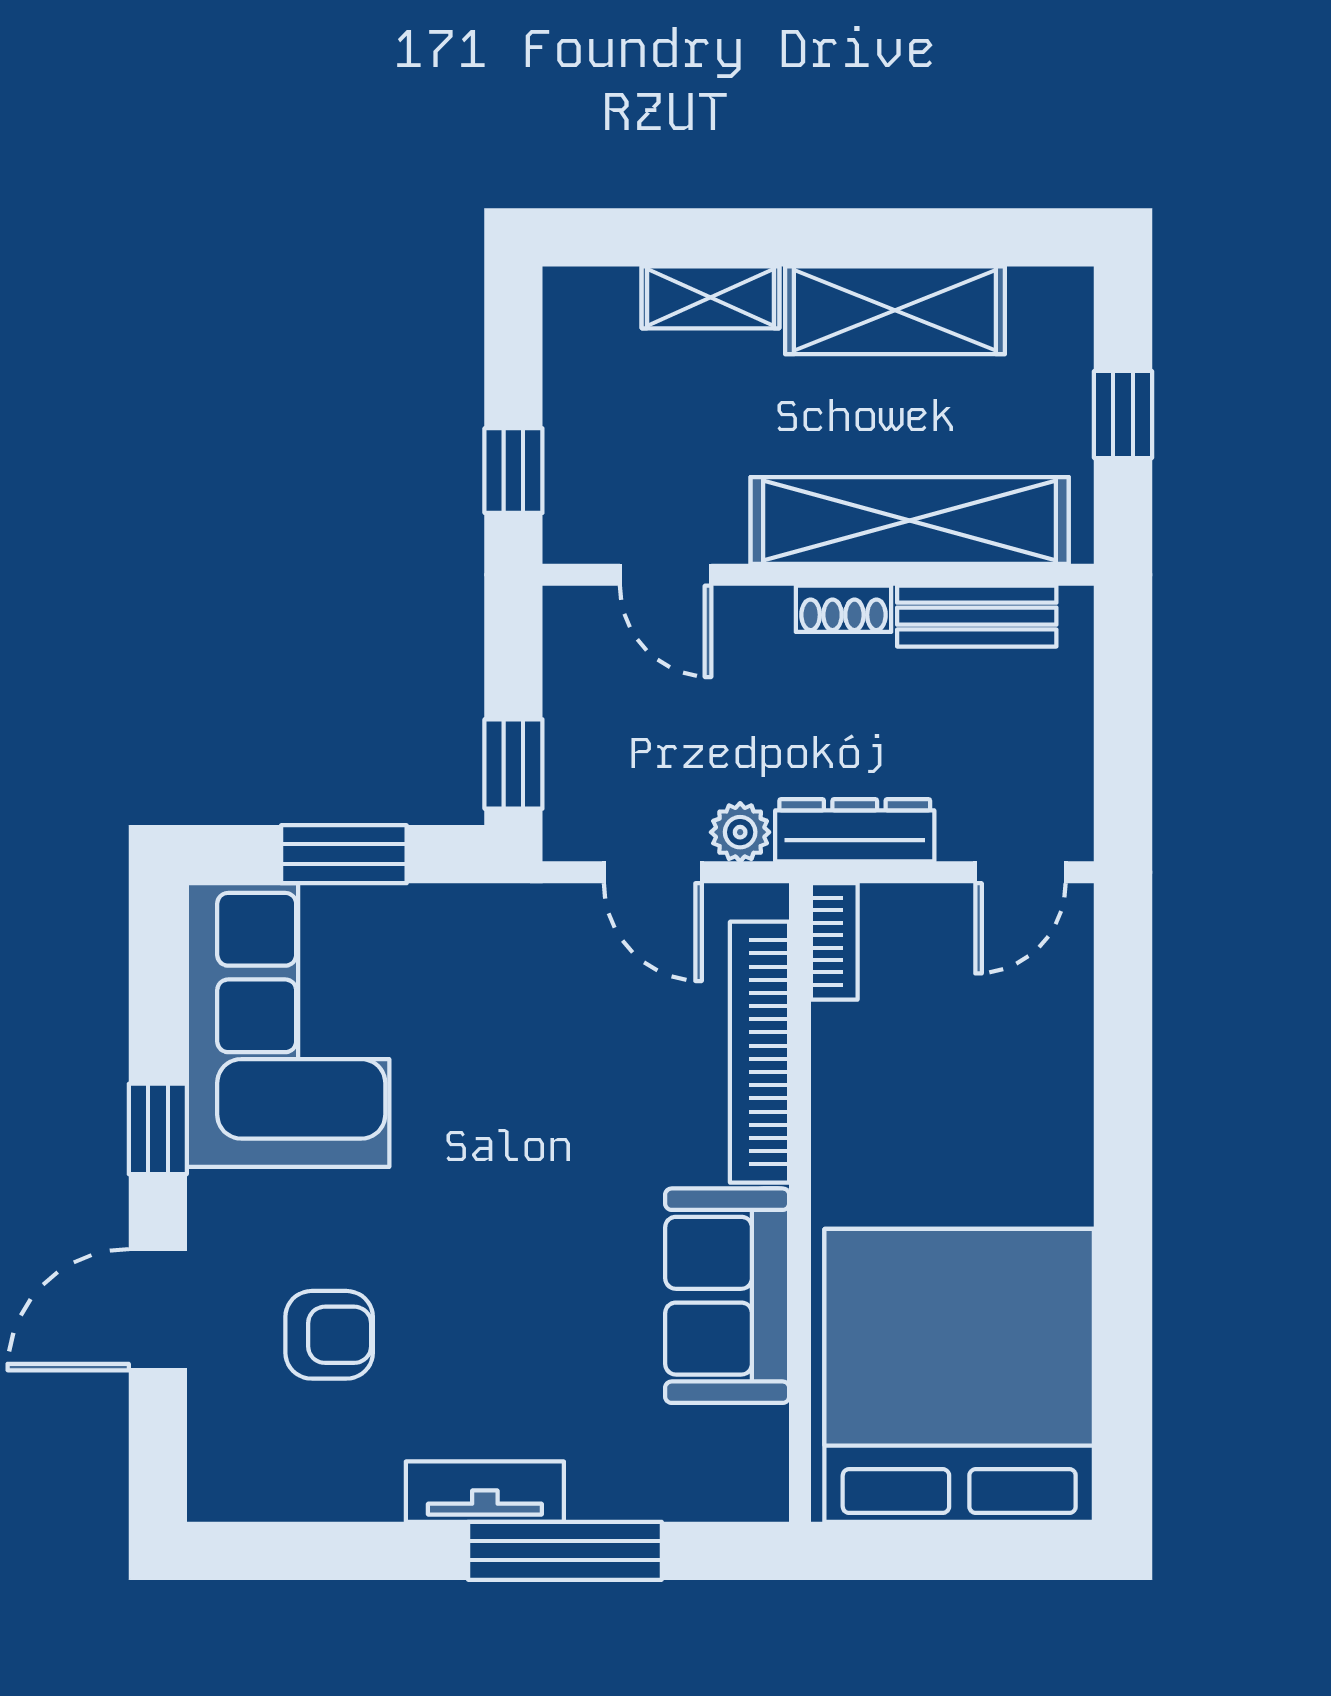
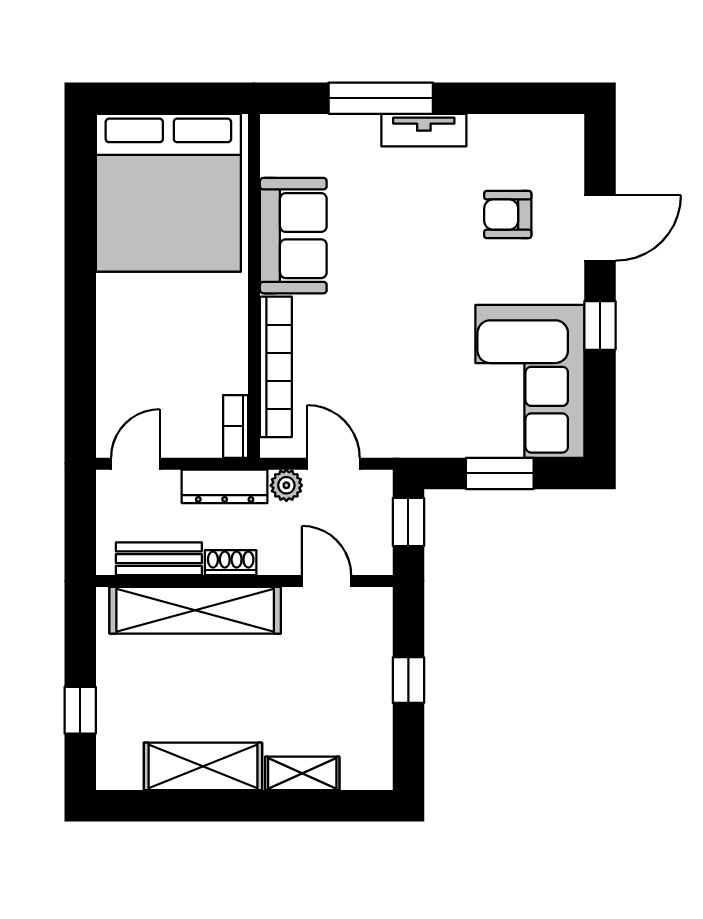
shelving: (910, 521) -> (195, 610), moved
door: (666, 575) -> (327, 581), moved
wall: (818, 575) -> (244, 581), moved
shoe rack: (844, 609) -> (231, 563), moved
bench: (977, 616) -> (159, 559), moved

